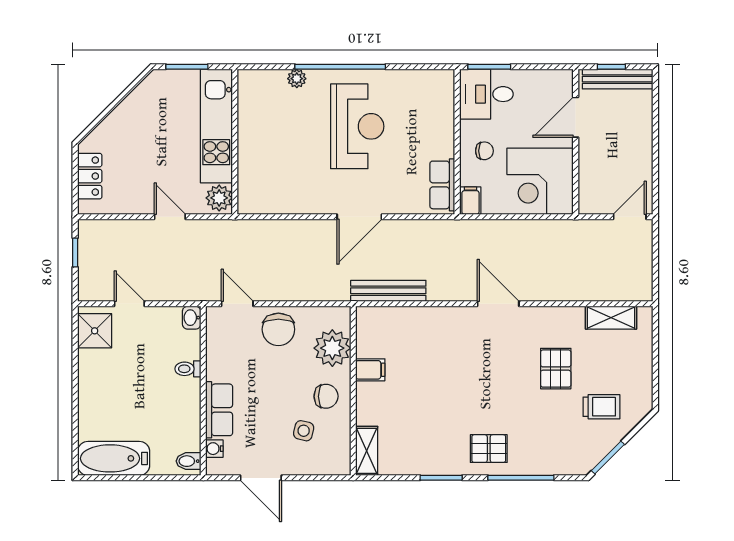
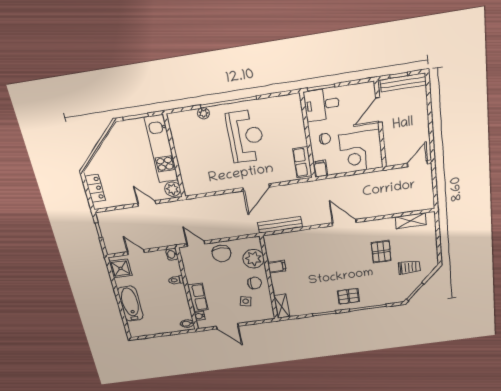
bathtub: (114, 458) -> (130, 304), moved, turned 90

